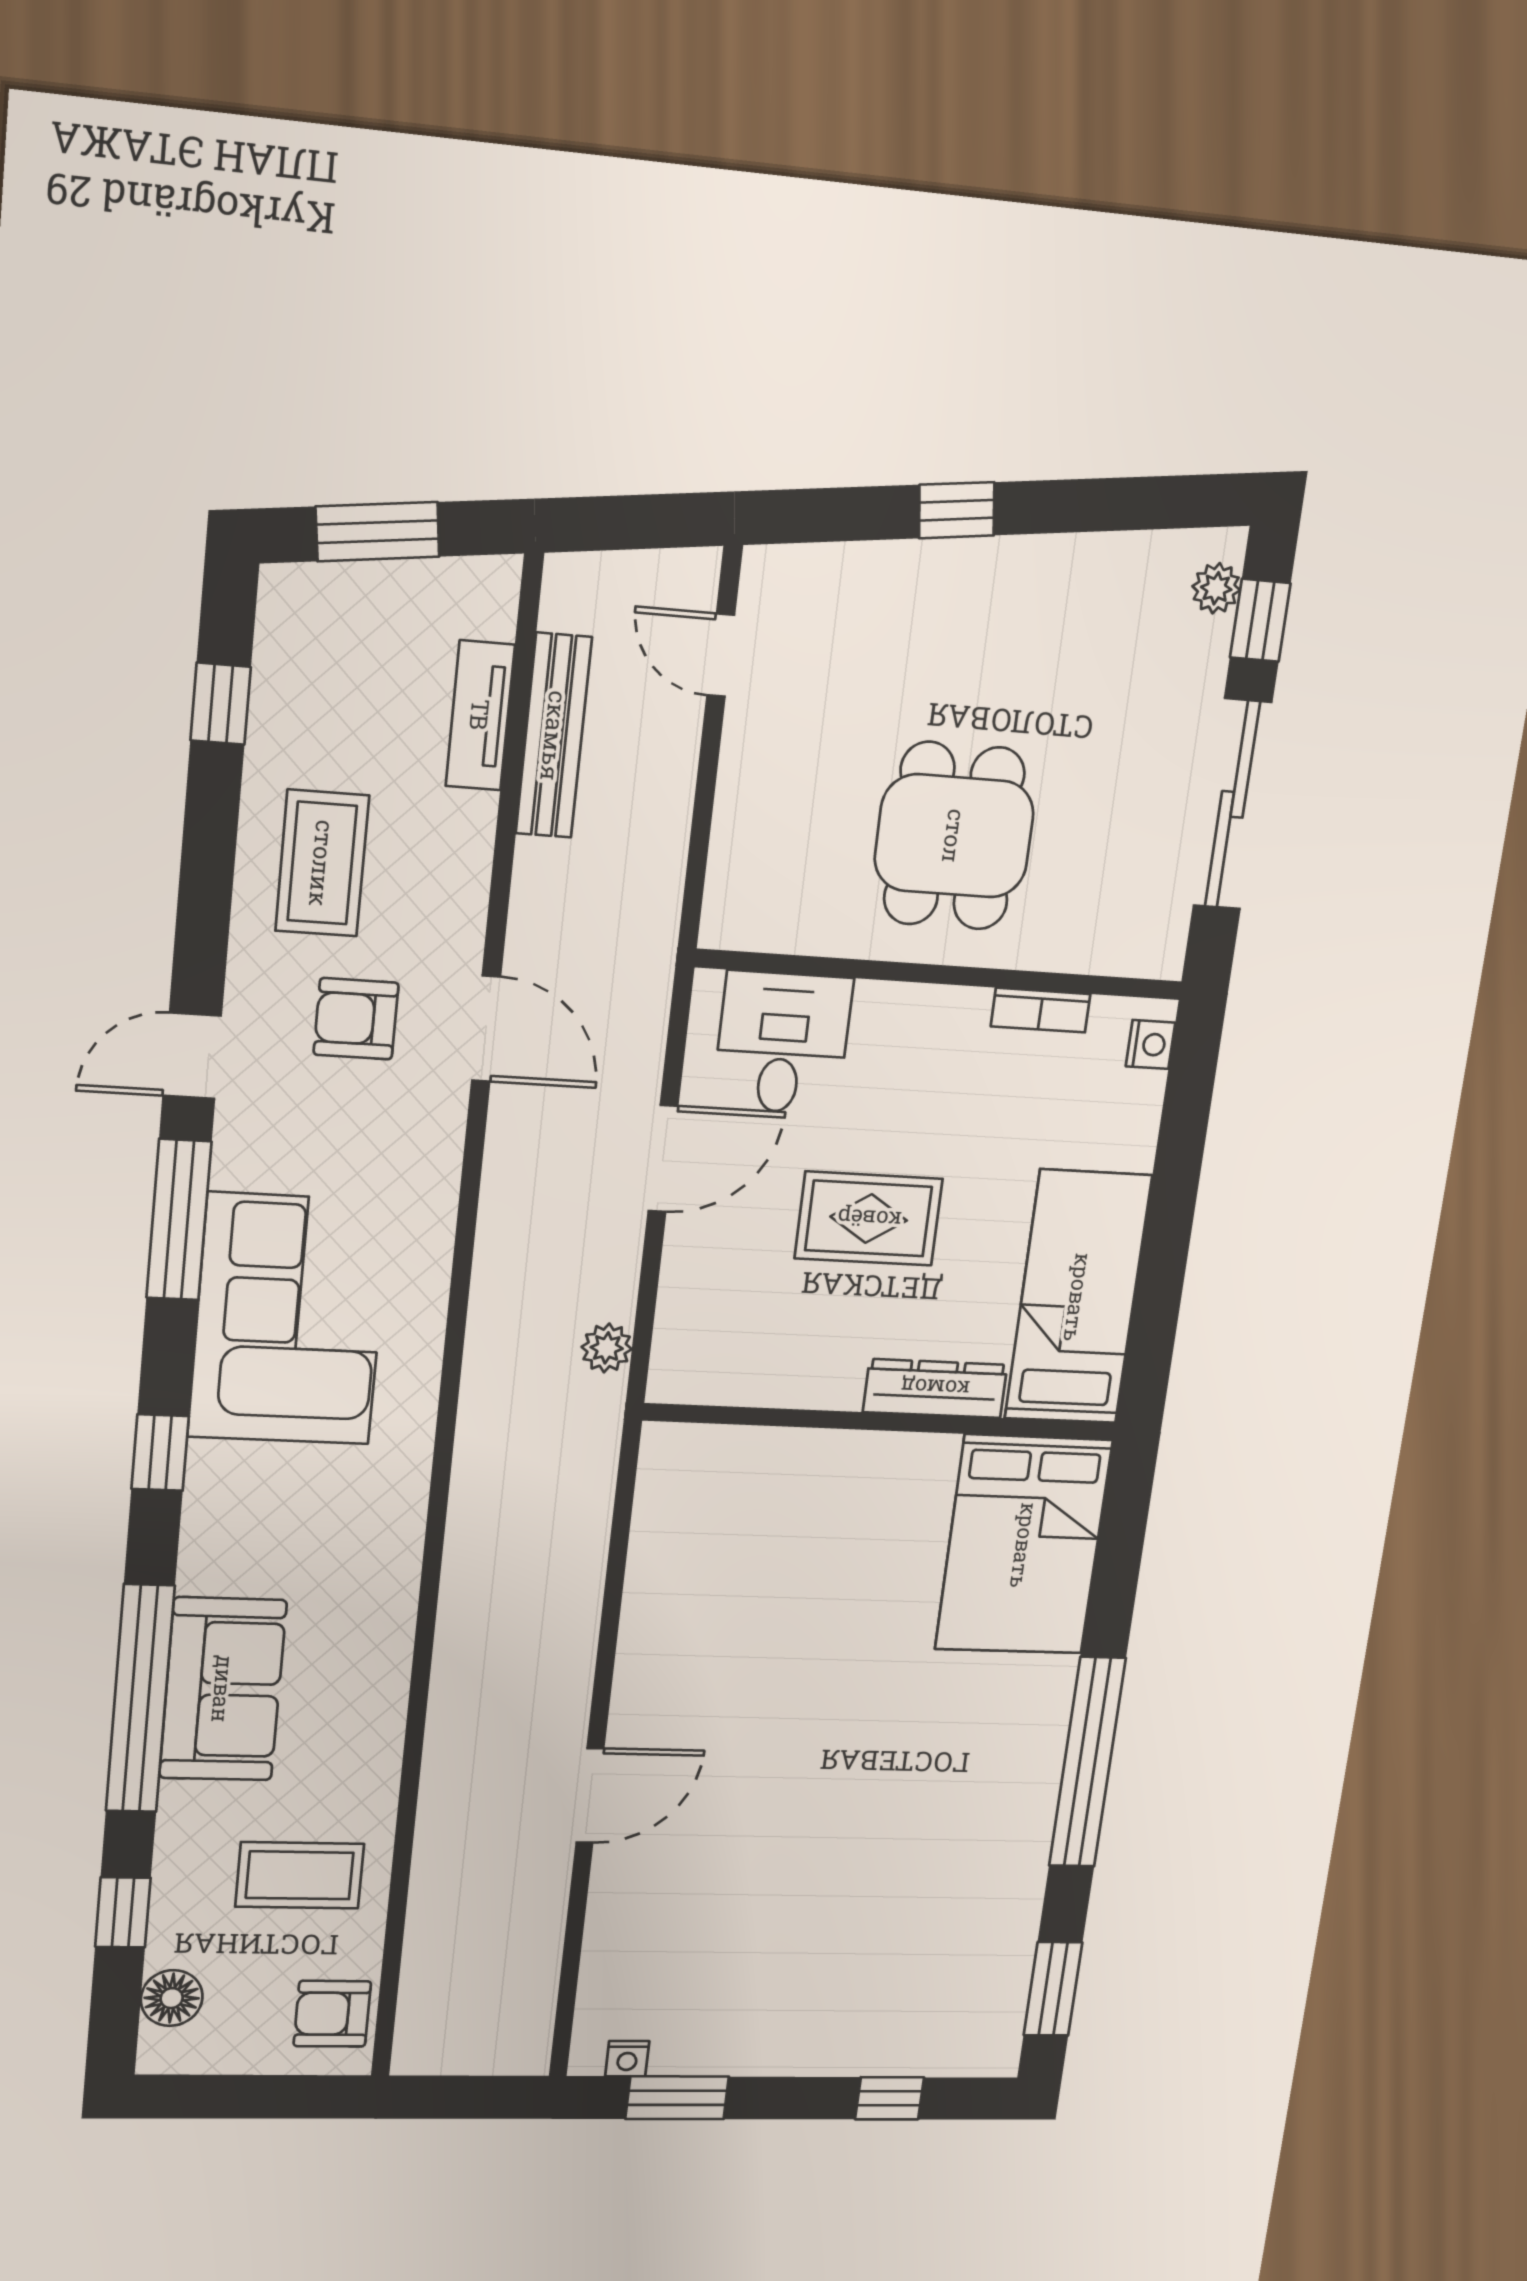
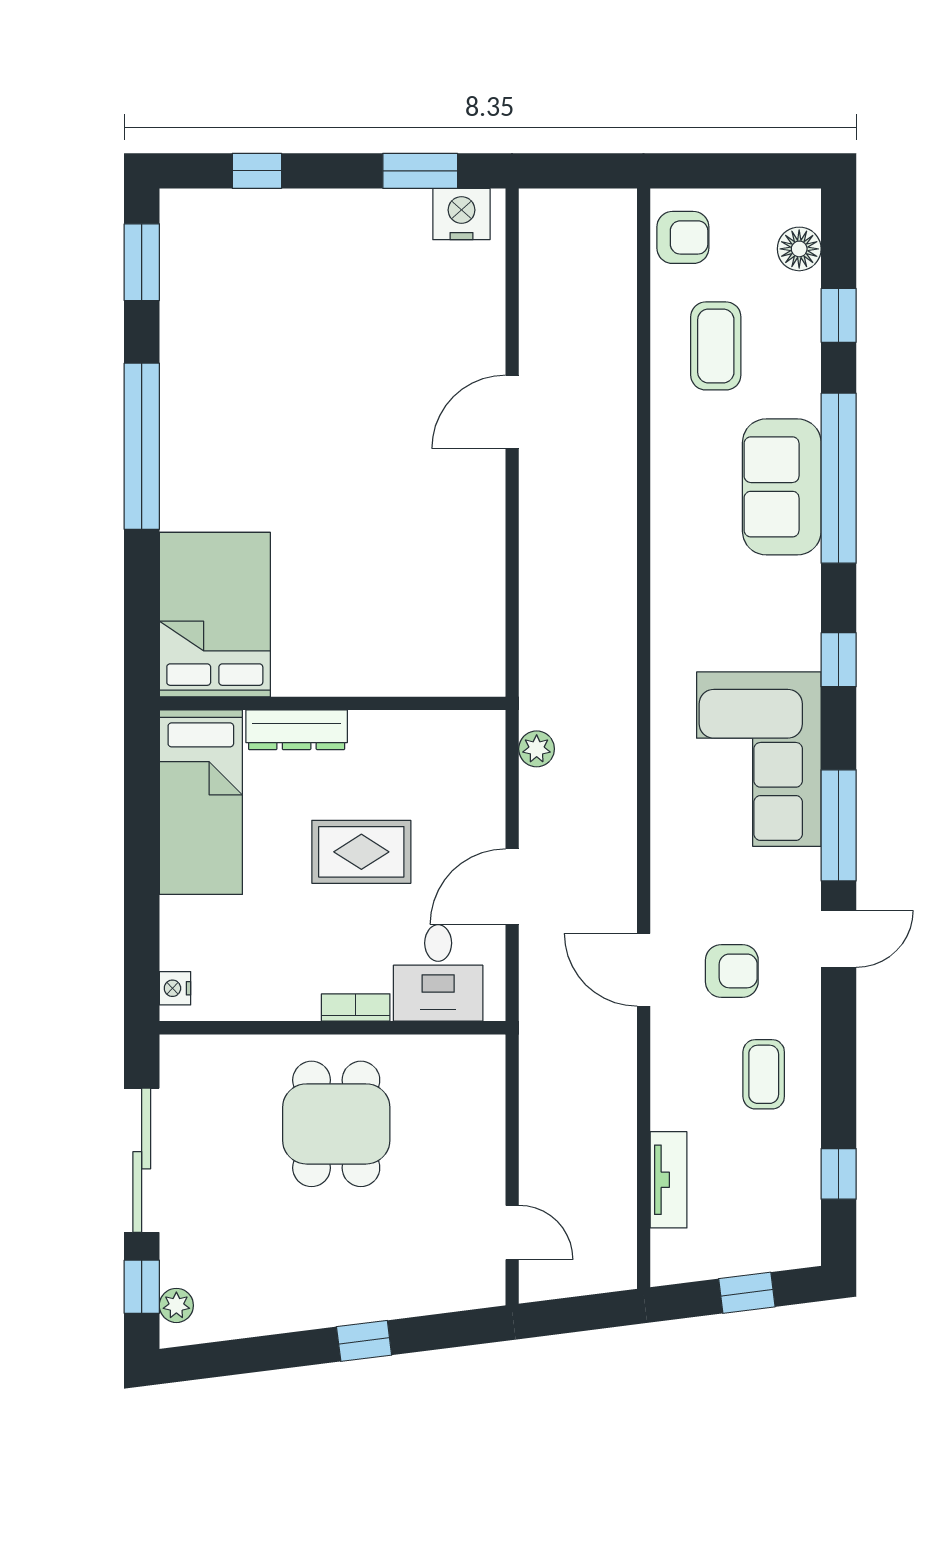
window: (378, 532) -> (747, 1293), width x0.67
bench: (554, 736) -> (618, 1170), removed
coffee table: (322, 863) -> (764, 1074), width x0.73, depth x0.77
bookcase: (1041, 1010) -> (356, 1007), moved
coffee table: (300, 1875) -> (716, 346), turned 90
nightstand: (627, 2059) -> (461, 214), width x1.89, depth x1.79

